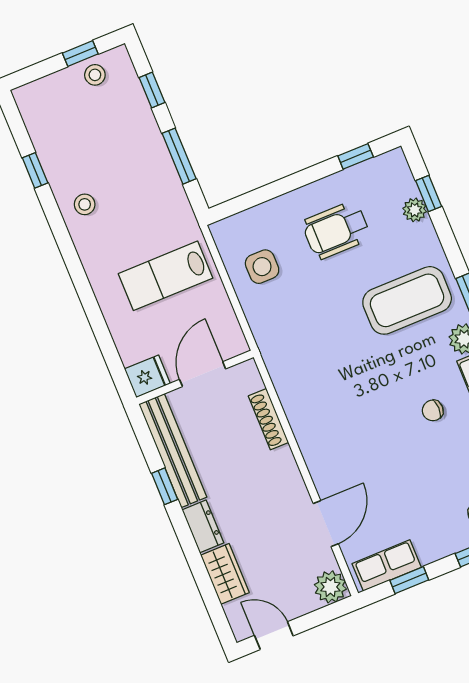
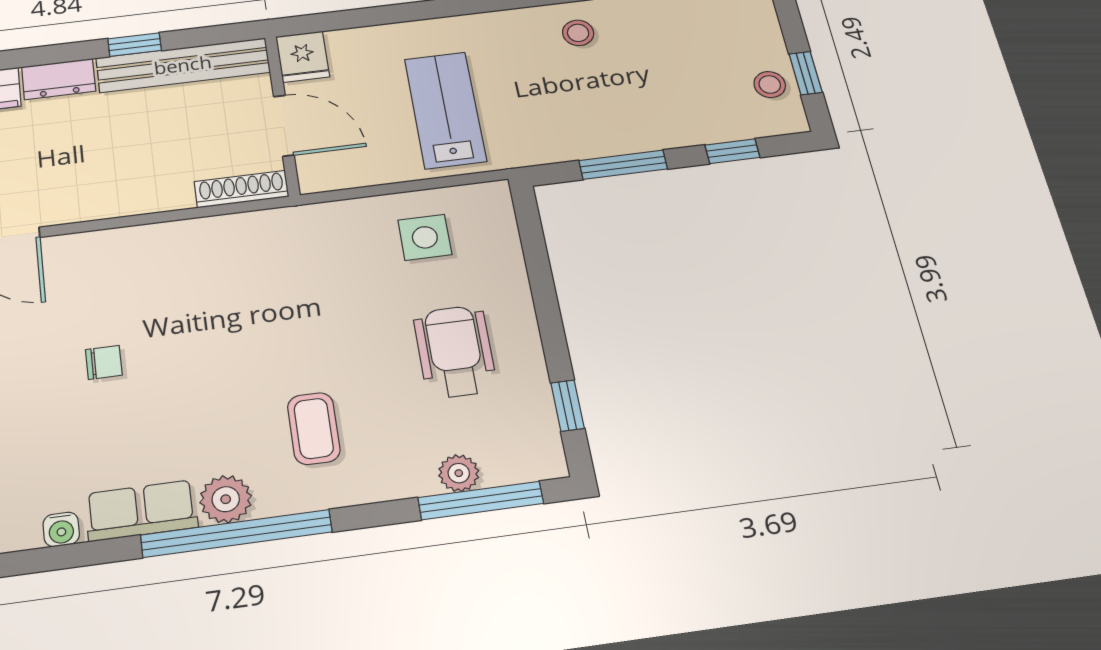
window: (429, 193) -> (481, 500), width x2.17
coffee table: (407, 300) -> (314, 428), width x0.54, depth x0.58
chair: (433, 410) -> (104, 362), moved, turned 90
shoe rack: (269, 419) -> (241, 189), moved

